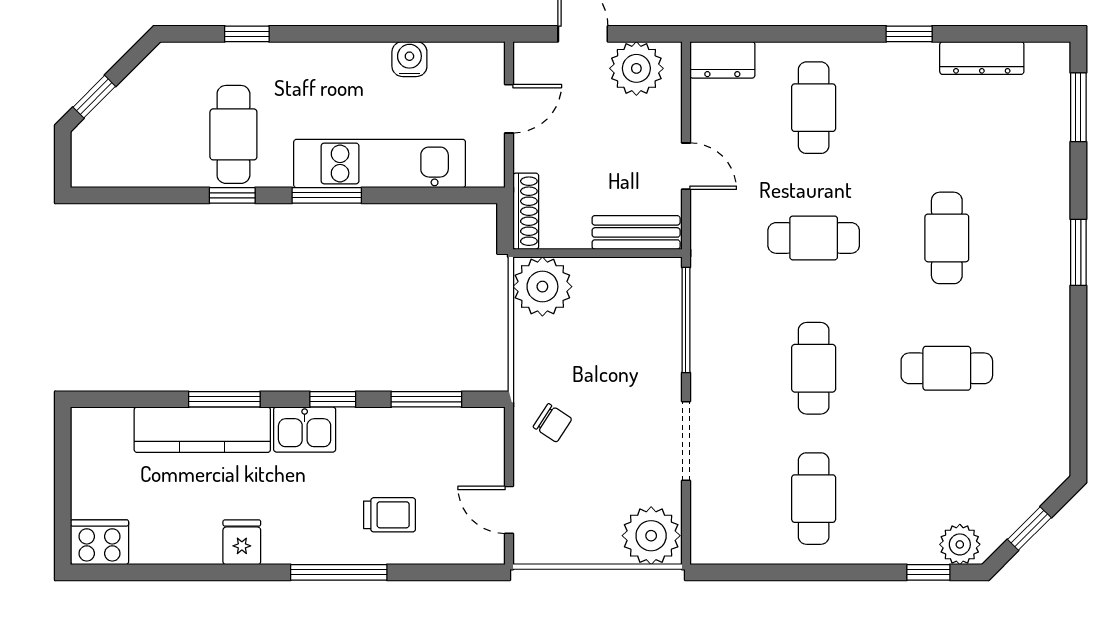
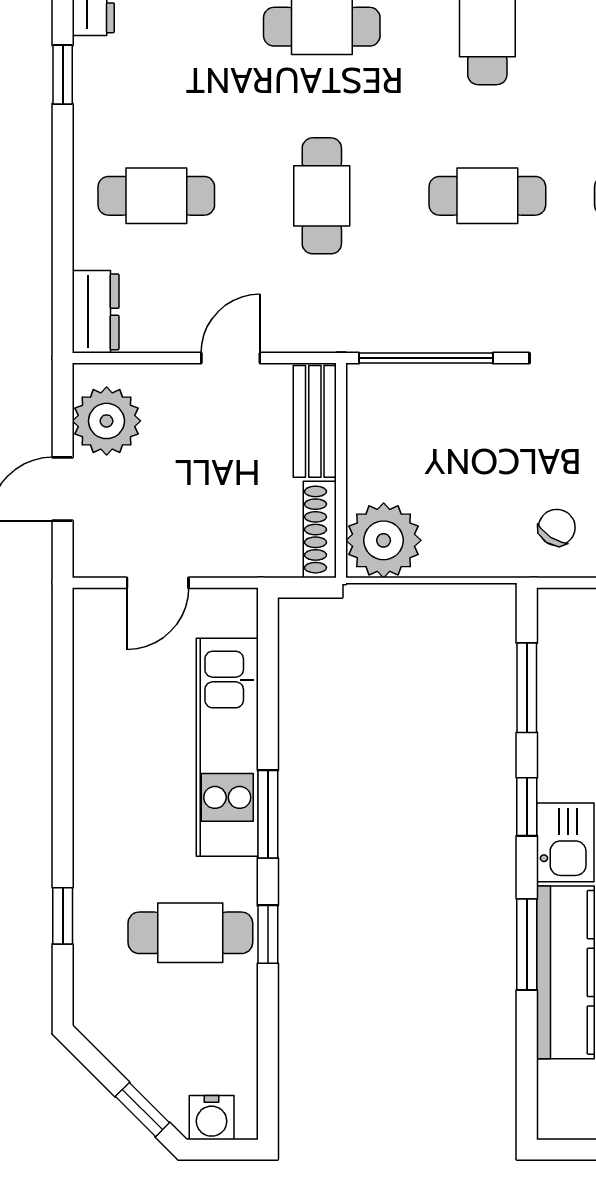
water cooler: (409, 59) -> (212, 1118), moved, turned -90
door: (509, 109) -> (158, 583), swing flipped
shoe rack: (526, 211) -> (320, 530), moved, turned -90

